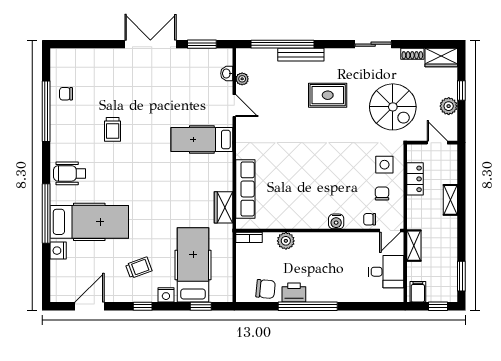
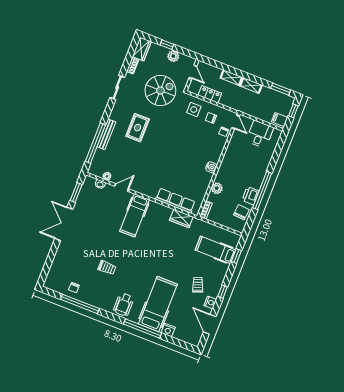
door: (437, 143) -> (193, 72), swing flipped
water cooler: (336, 221) -> (211, 167), moved
shelving: (414, 246) -> (251, 85), moved
hospital bed: (193, 265) -> (216, 250), width x0.73, depth x0.78
nightstand: (166, 295) -> (210, 302), moved

